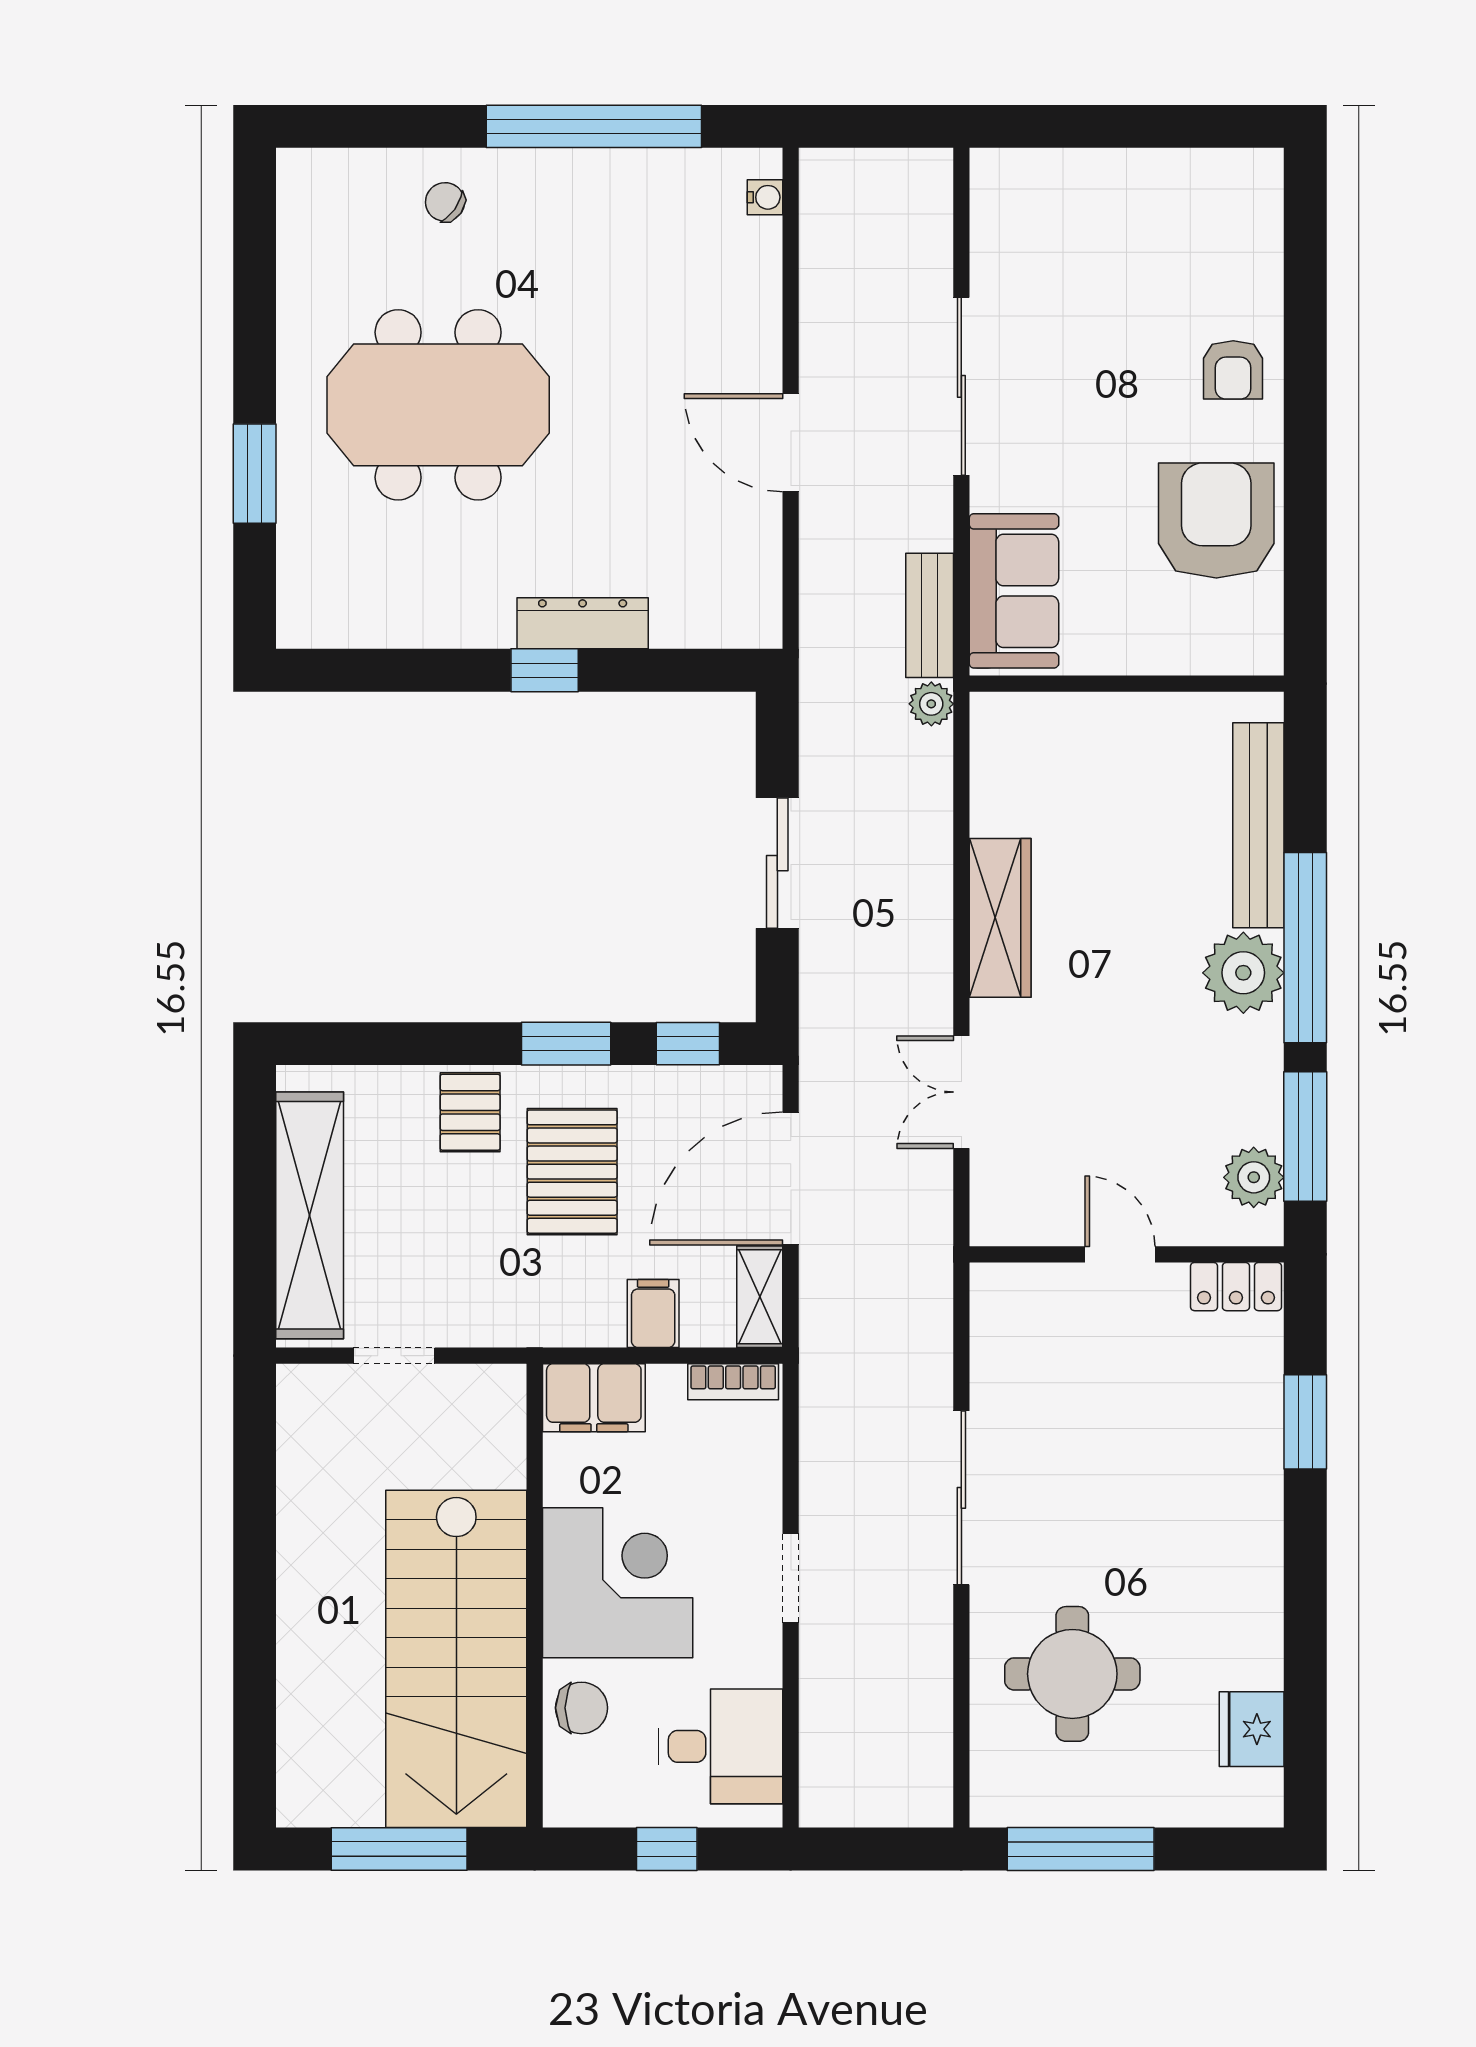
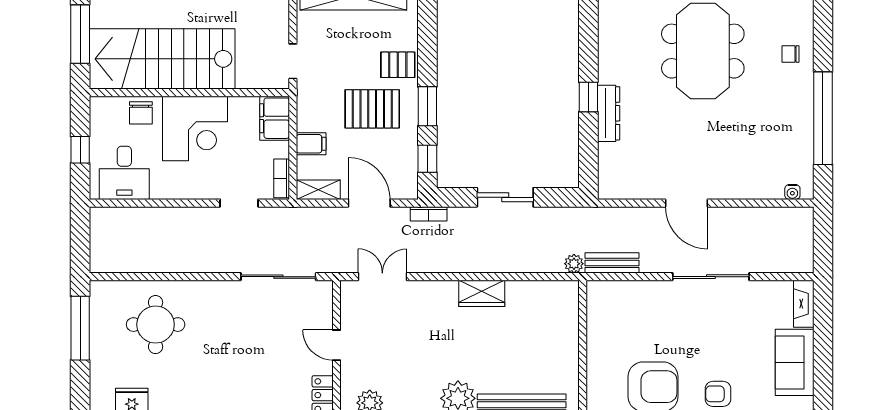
fireplace: (1024, 171) -> (804, 304), added
chair: (445, 202) -> (790, 54), turned -125
door: (791, 443) -> (687, 203), swing flipped
sofa: (1014, 591) -> (795, 362), moved, turned 90
wardrobe: (1000, 918) -> (482, 293), width x0.67
bookcase: (816, 1041) -> (429, 214), added
double door: (961, 1092) -> (382, 277), moved
door: (791, 1178) -> (369, 203), width x0.73
door: (1120, 1254) -> (337, 345), swing flipped
doorway: (394, 1356) -> (293, 61), moved
sliding door: (961, 1498) -> (278, 277), moved
doorway: (791, 1578) -> (239, 203), moved

